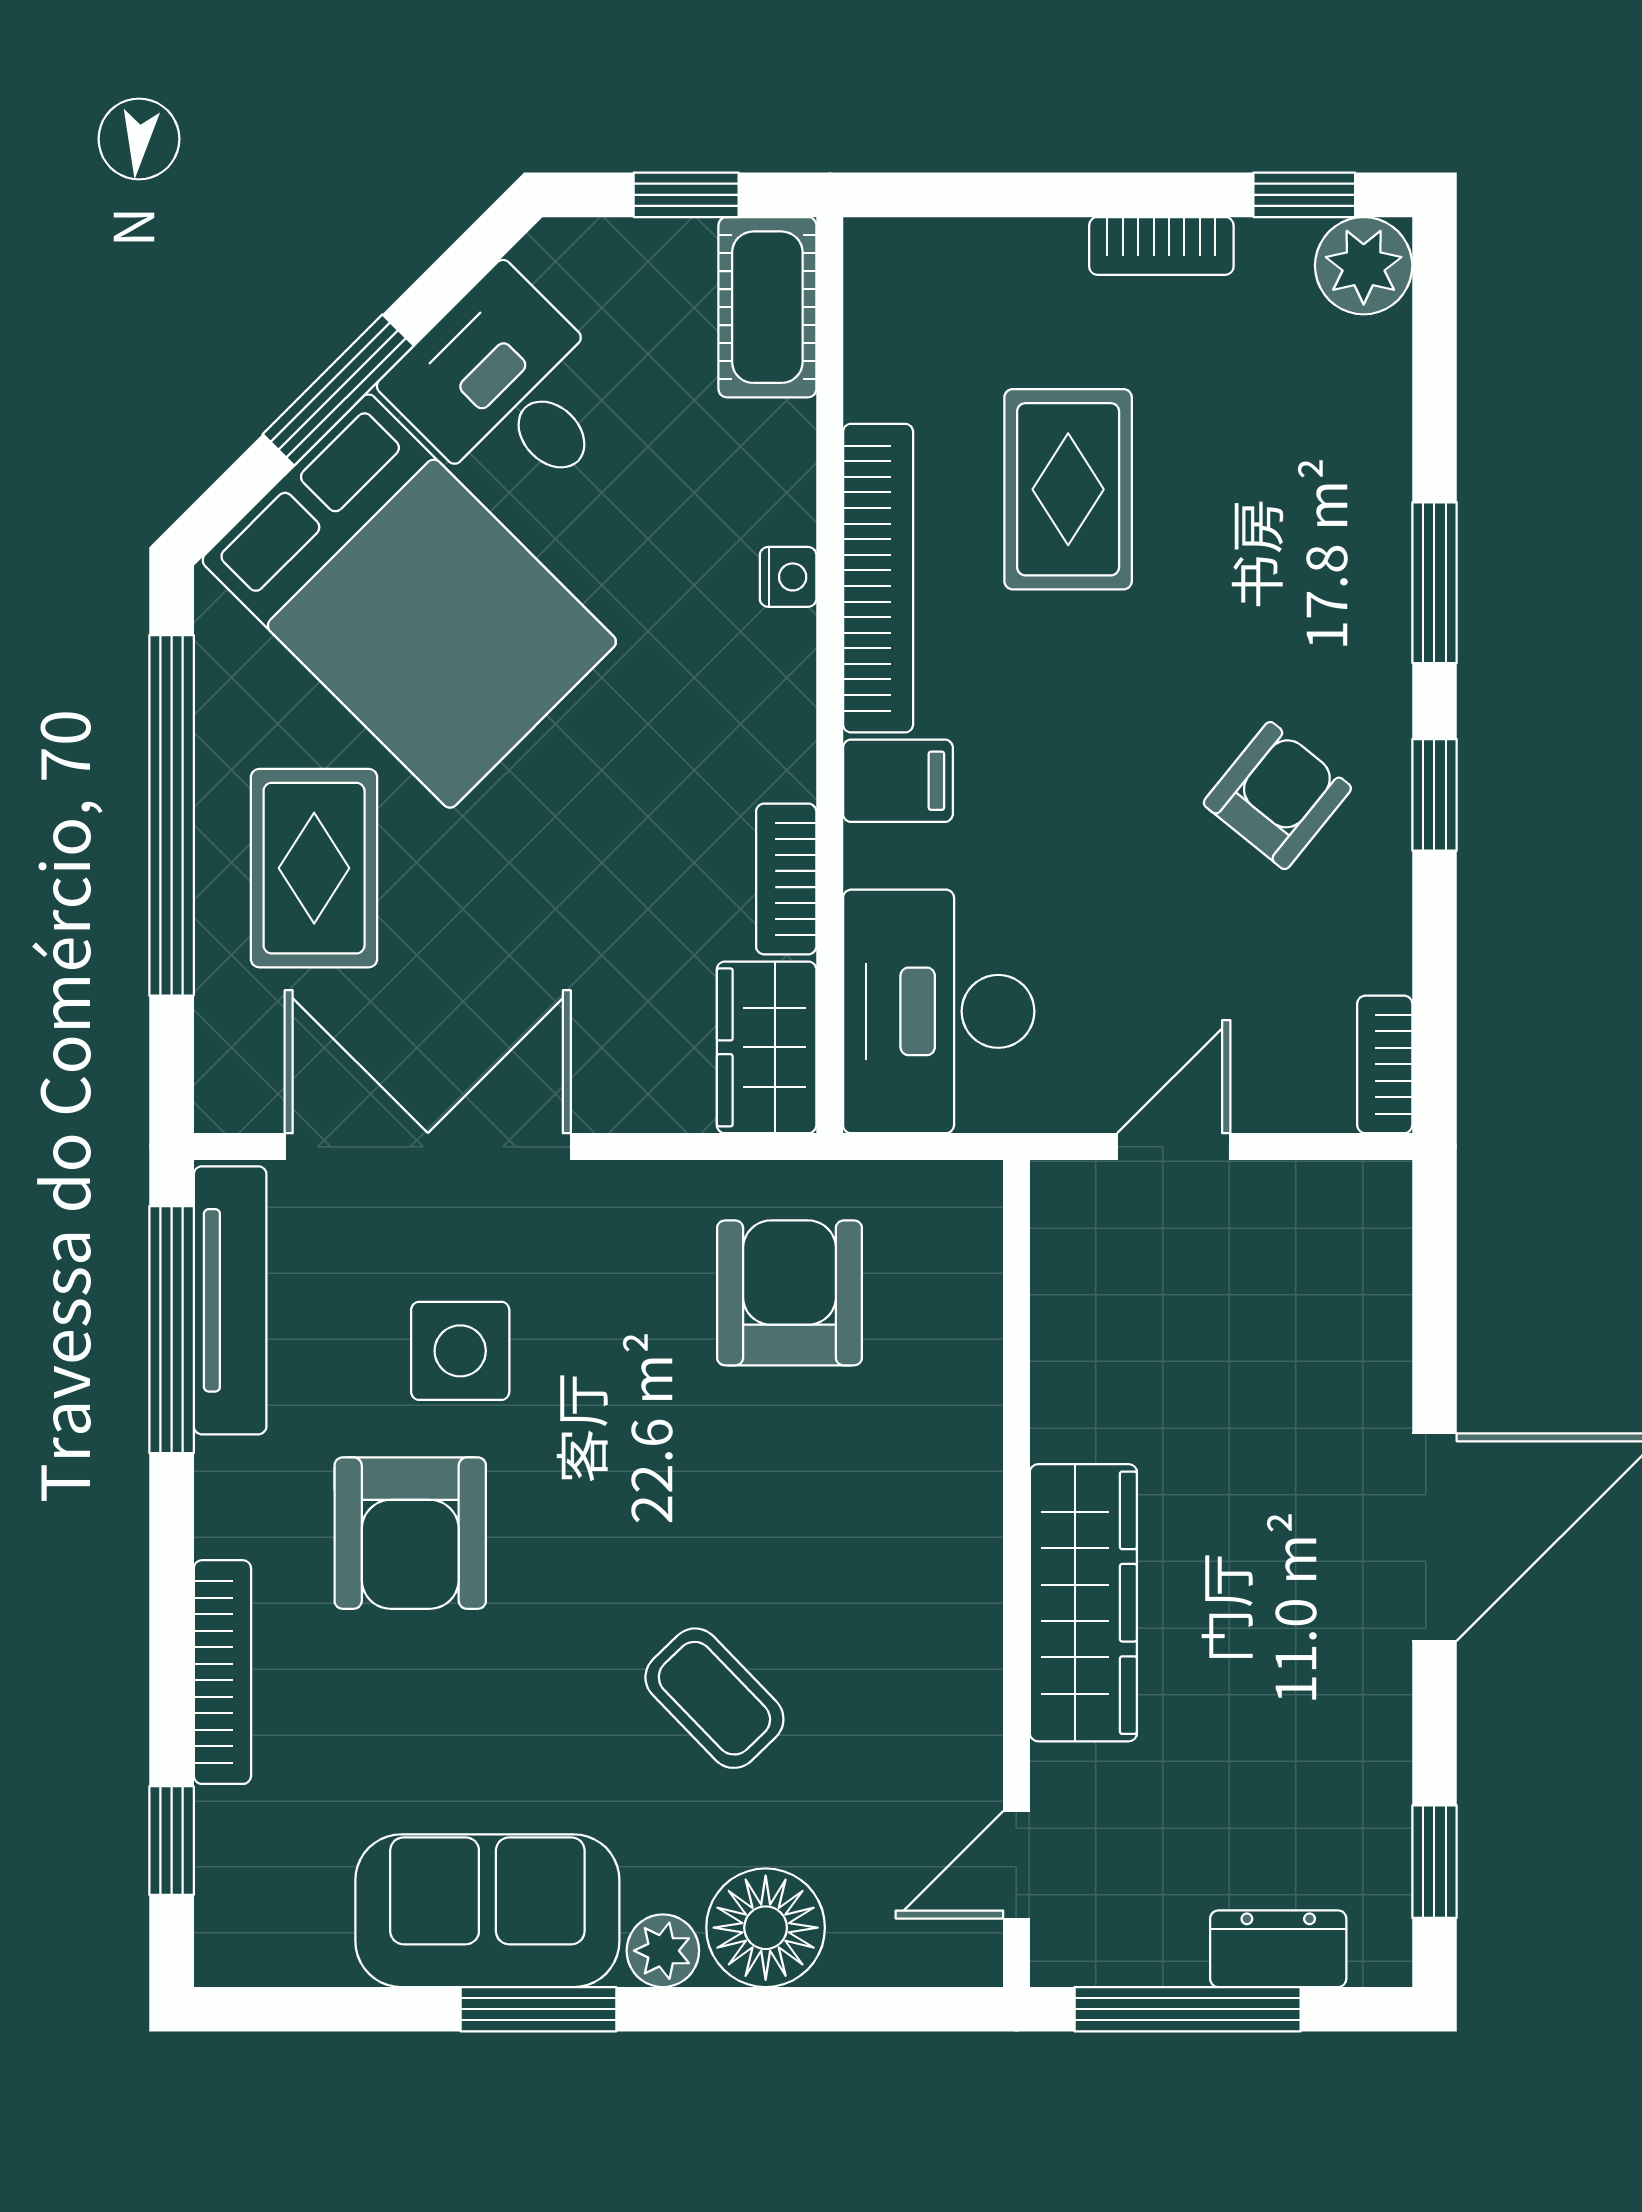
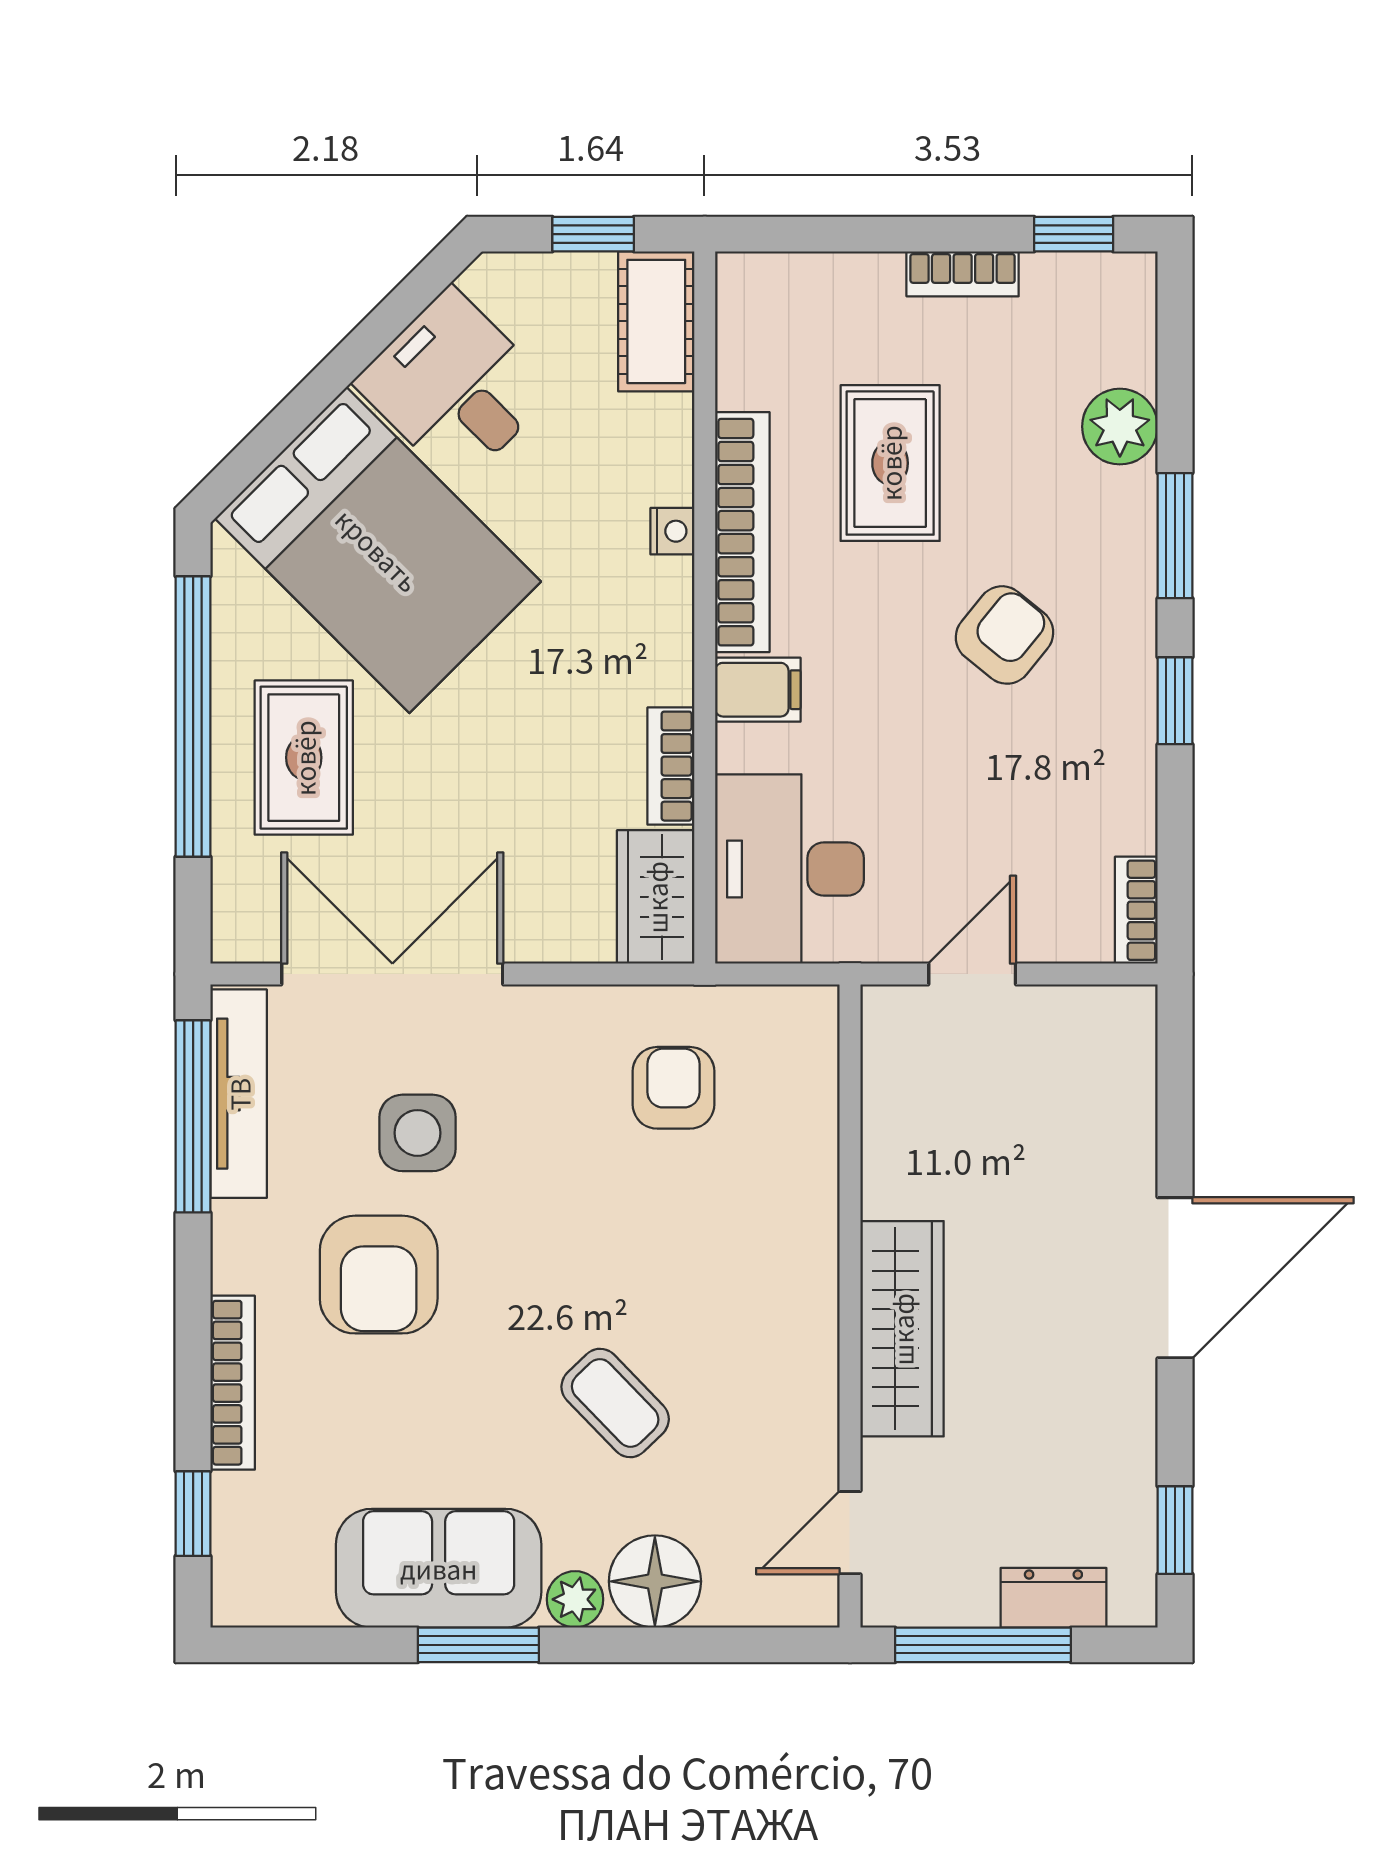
plant: (1364, 266) -> (1120, 427), moved
window: (338, 390) -> (323, 386), removed
armchair: (1277, 796) -> (1005, 635), moved
armchair: (789, 1293) -> (673, 1088), width x0.72, depth x0.72

